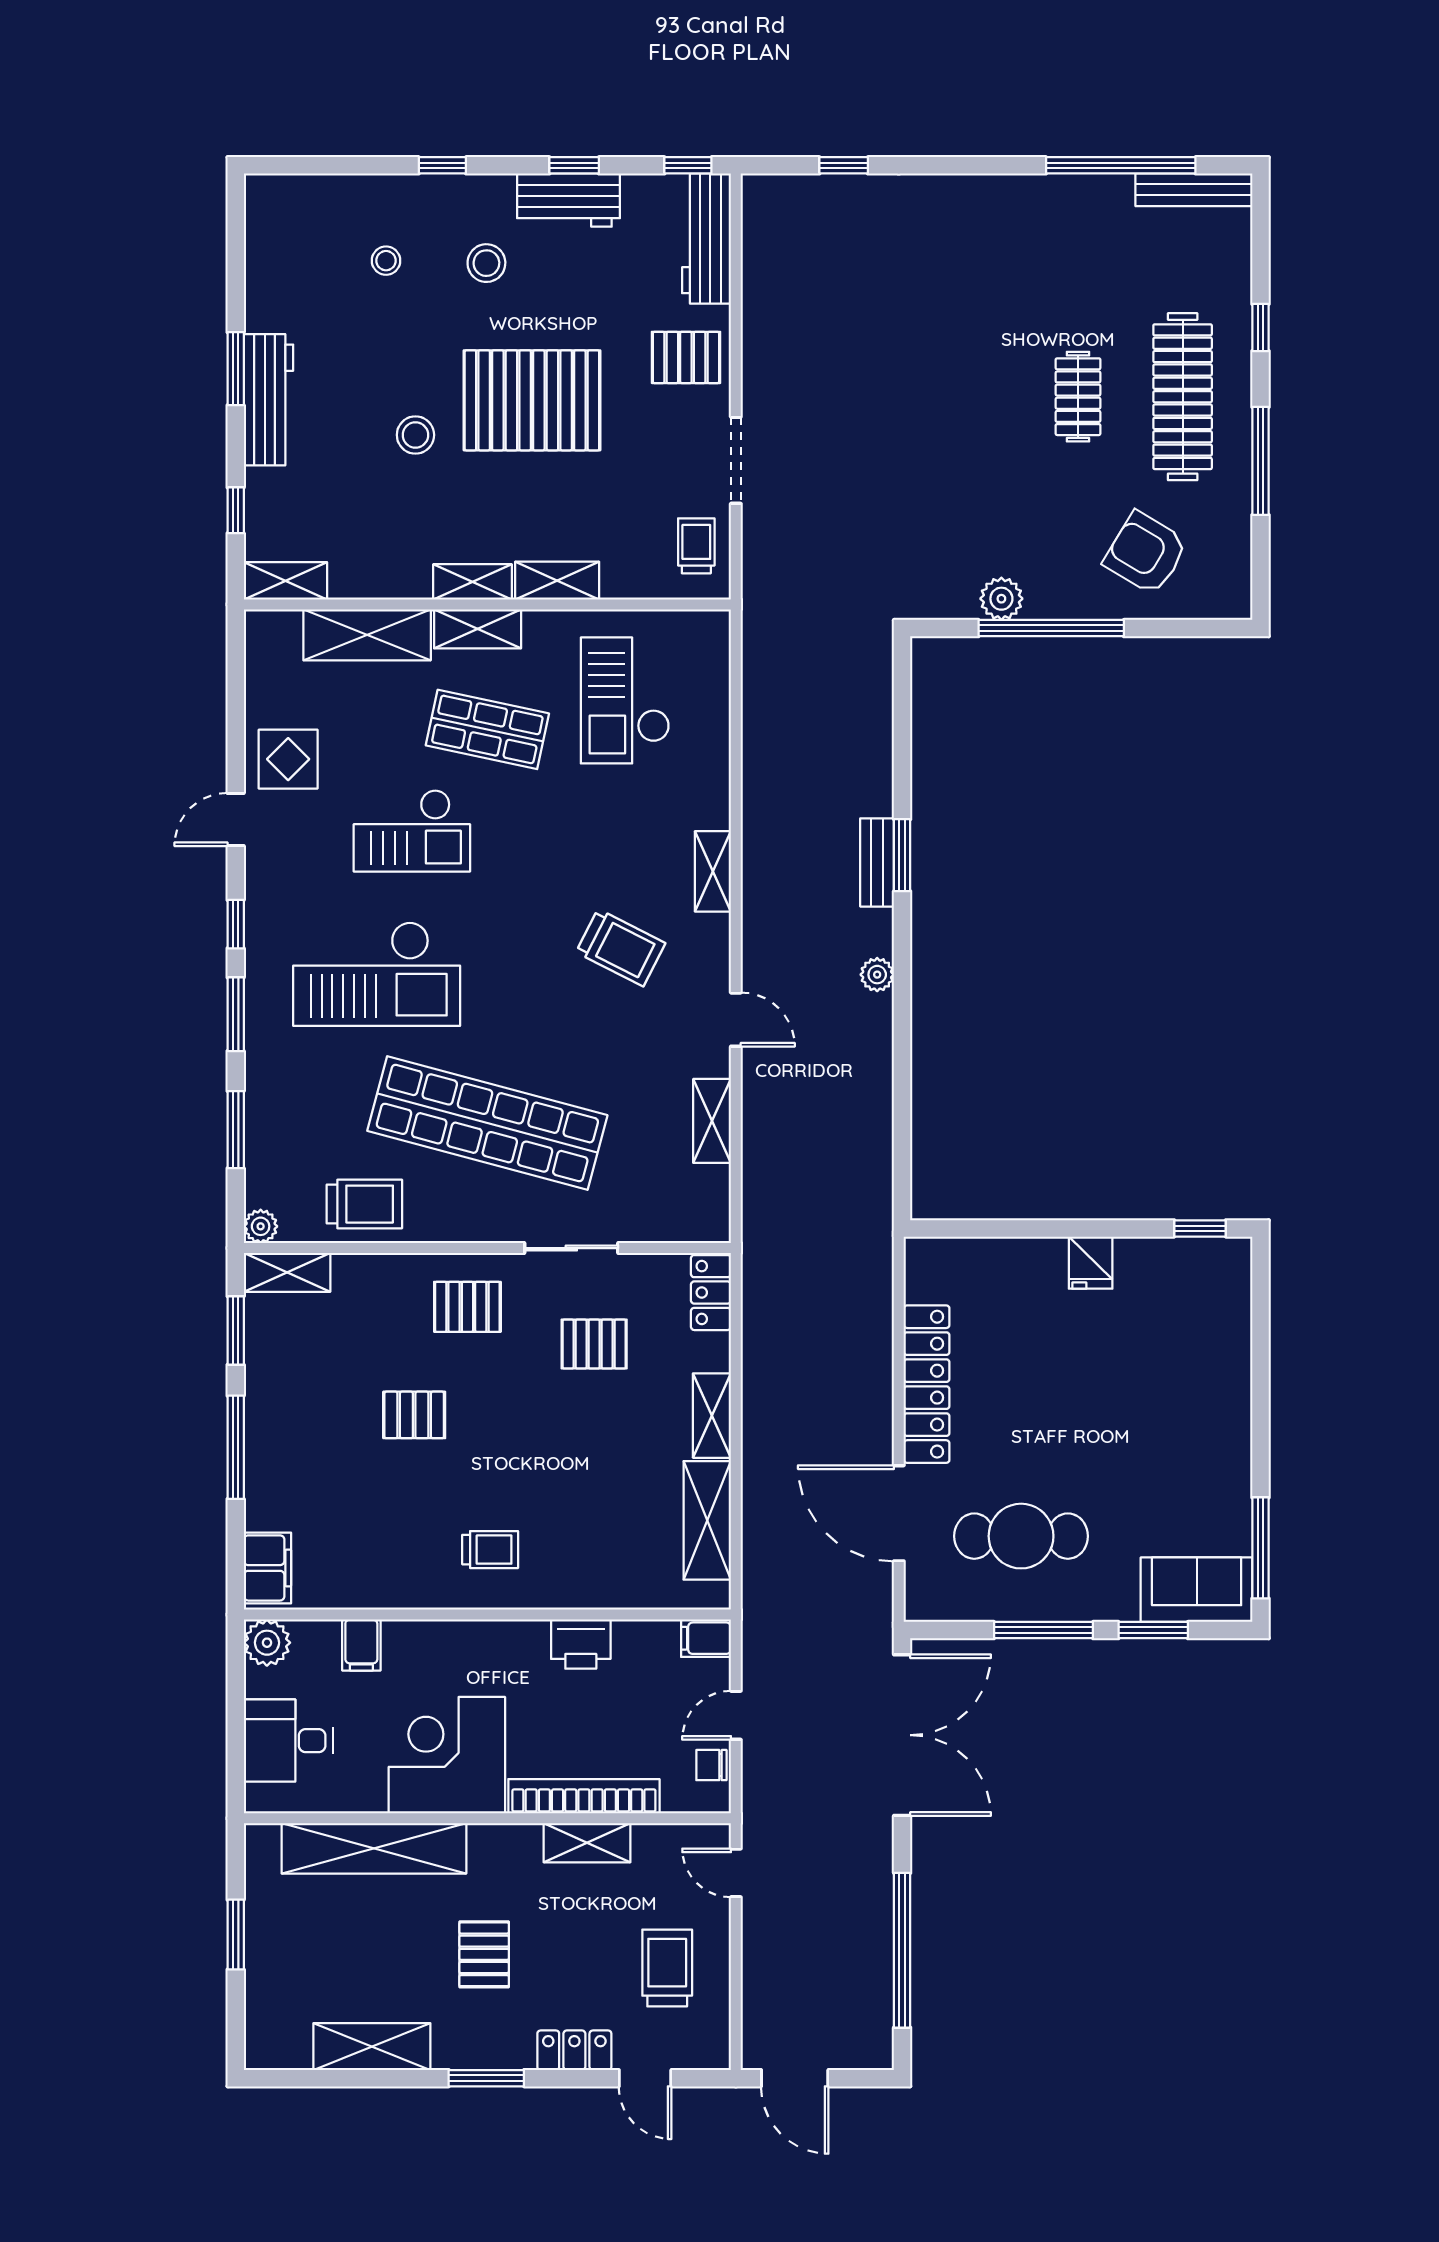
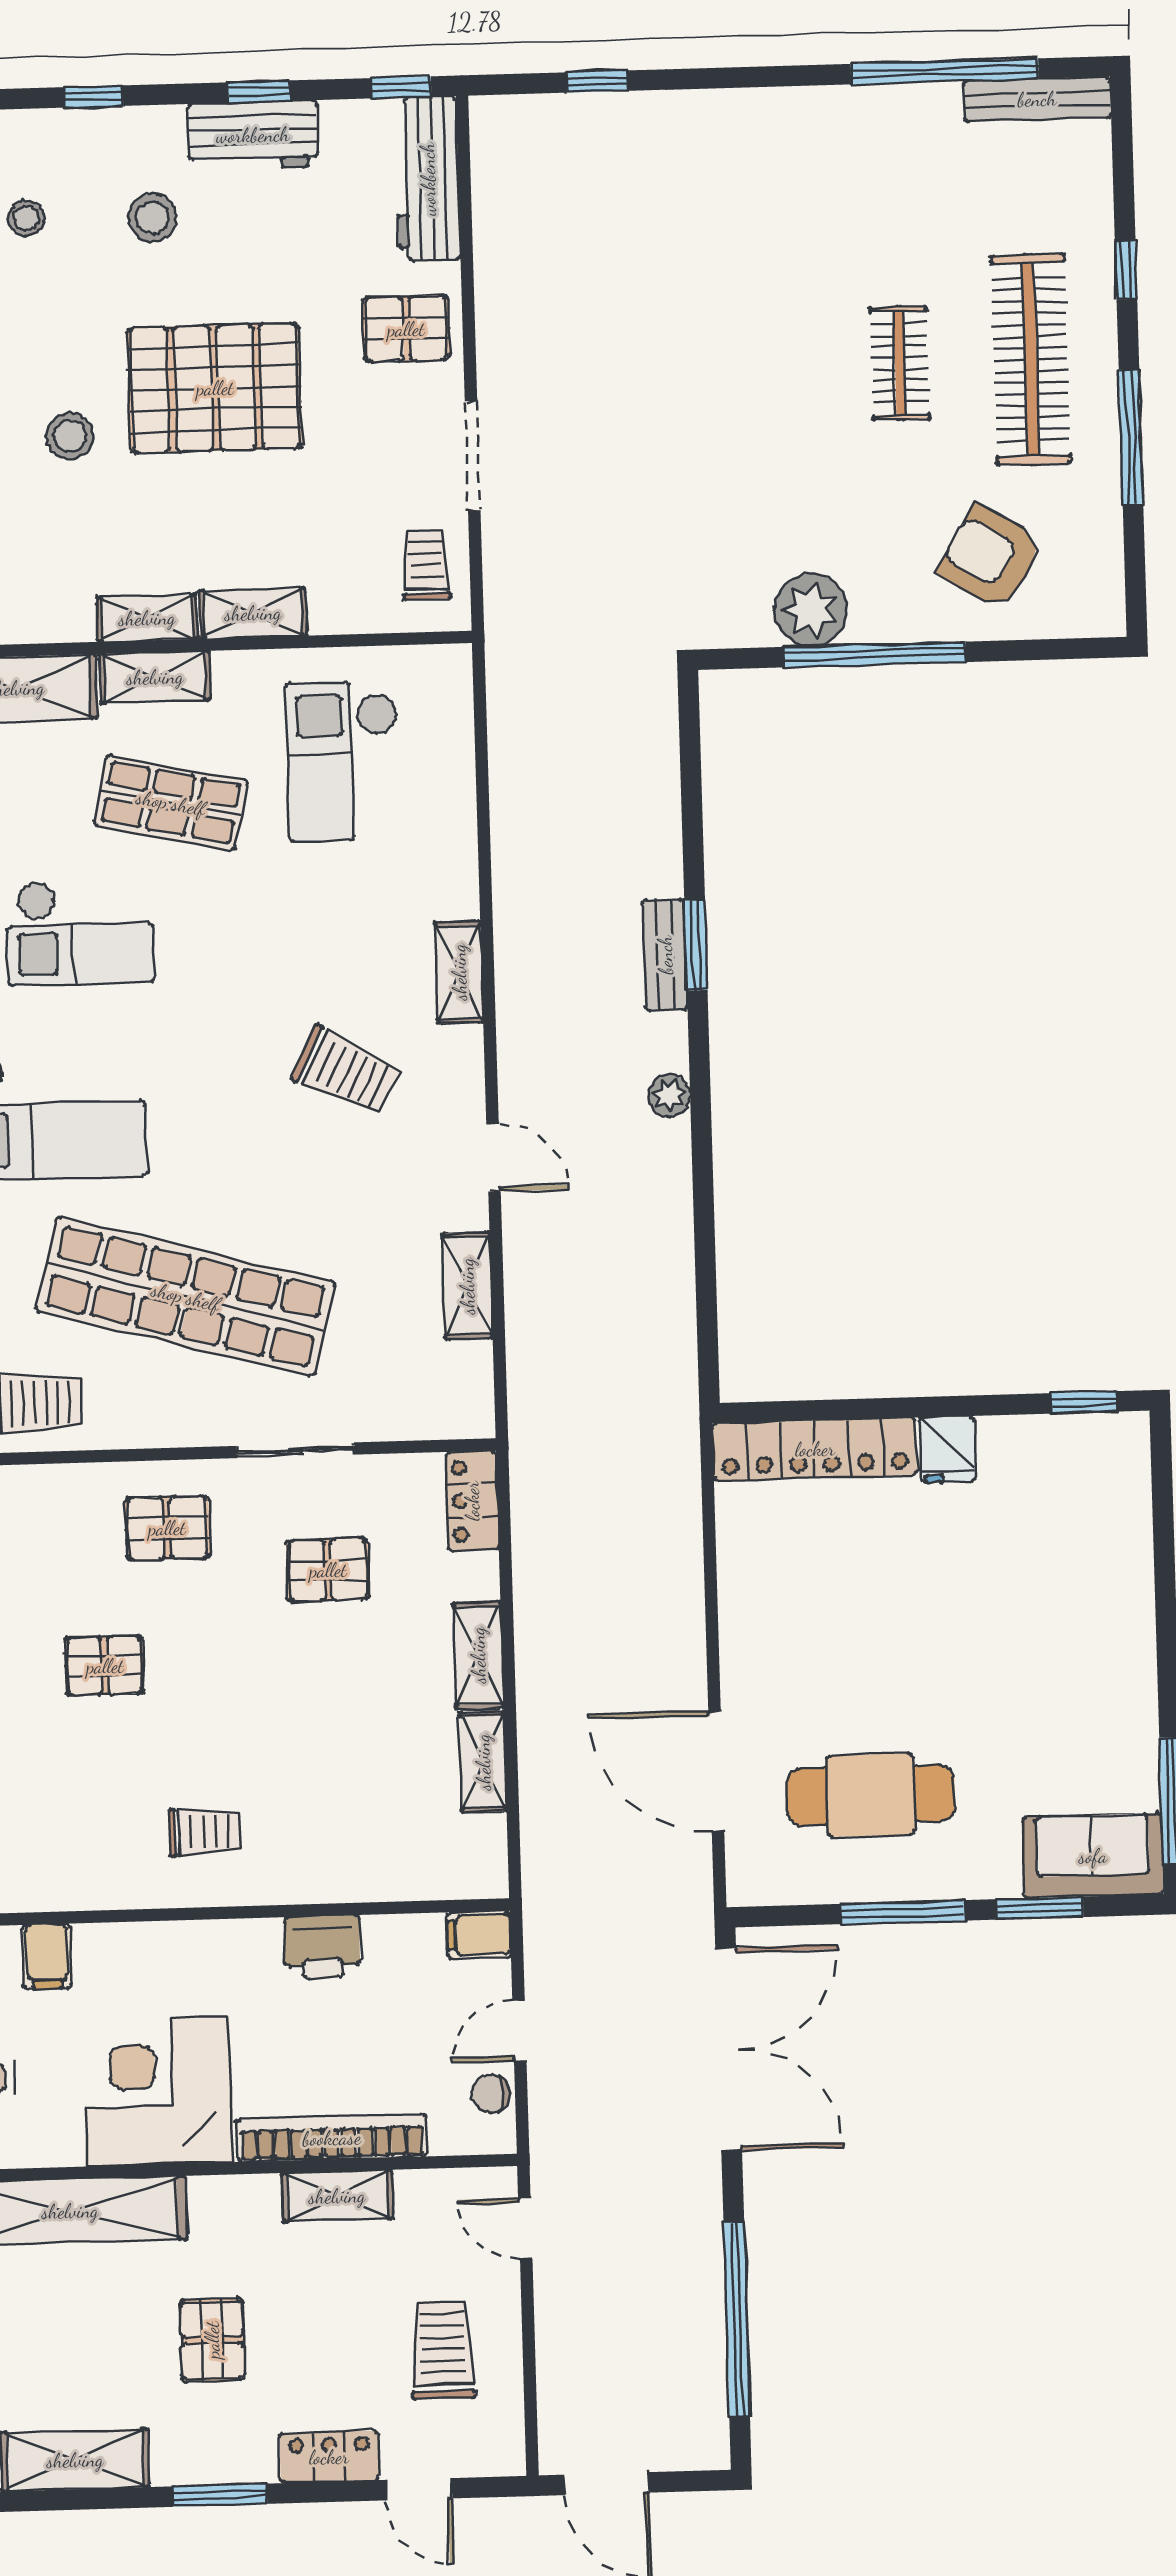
plant: (1001, 599) -> (811, 610), width x1.36, depth x1.36
locker: (927, 1384) -> (815, 1449), moved, turned 90
shelving: (707, 1520) -> (483, 1762), width x0.67, depth x0.75

